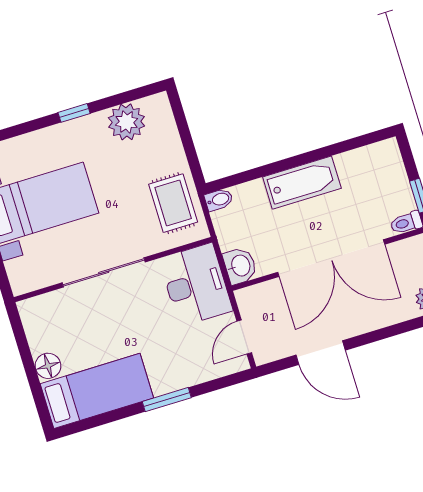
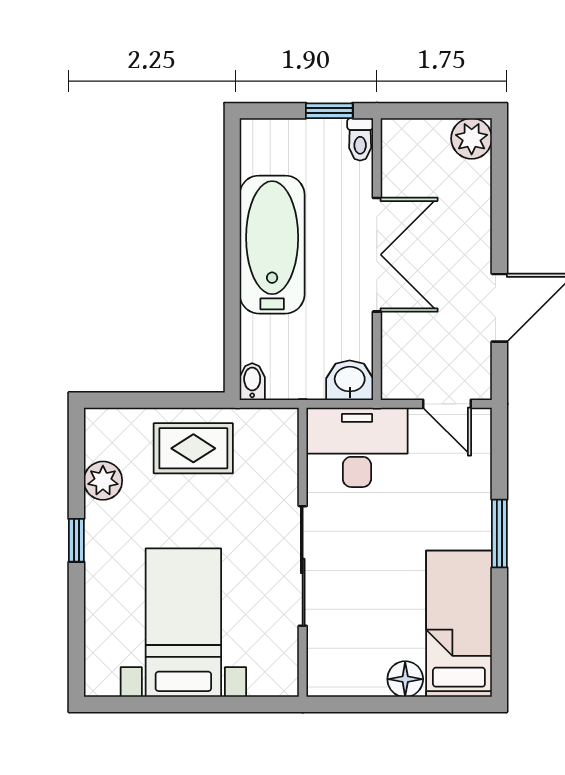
plant: (126, 122) -> (103, 481), width x0.73, depth x0.73
bathtub: (302, 183) -> (272, 245), width x1.36, depth x1.36
rug: (173, 203) -> (193, 448), moved
double door: (331, 258) -> (377, 255), width x0.73

